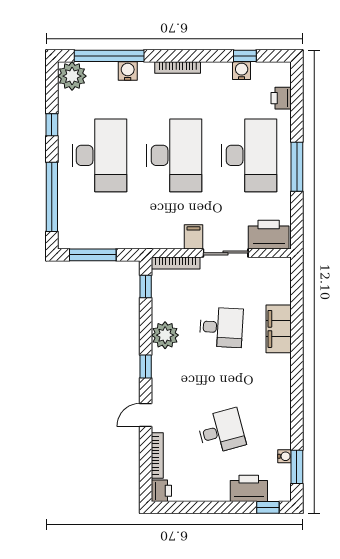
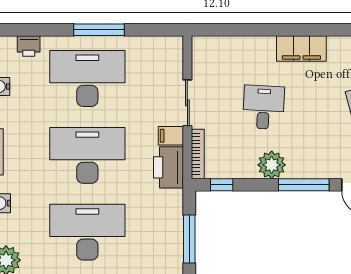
printer: (269, 235) -> (169, 167), moved
filing cabinet: (279, 329) -> (301, 49), moved
window: (146, 367) -> (304, 185), width x2.17

